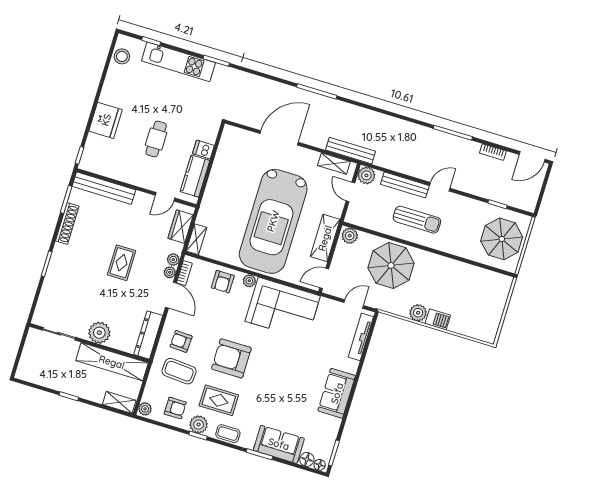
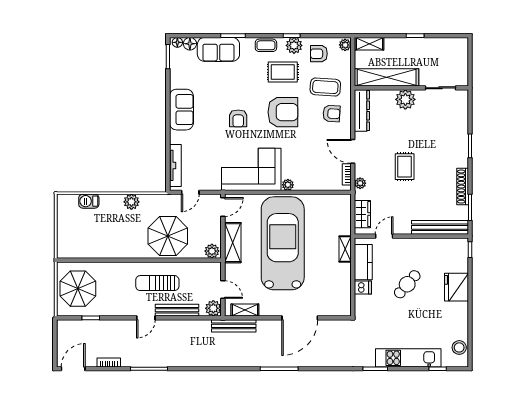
cafe table: (156, 139) -> (407, 284), turned 41
shelving: (196, 239) -> (345, 249), moved
plant: (170, 272) -> (360, 171), removed
armchair: (223, 282) -> (238, 118), moved, turned 180
barbecue: (438, 319) -> (89, 201), moved

